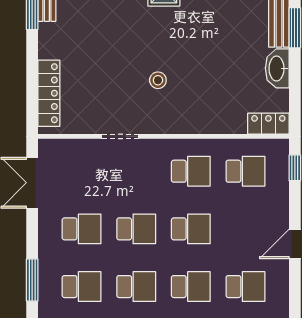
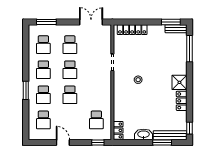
school desk: (191, 171) -> (96, 95), removed

